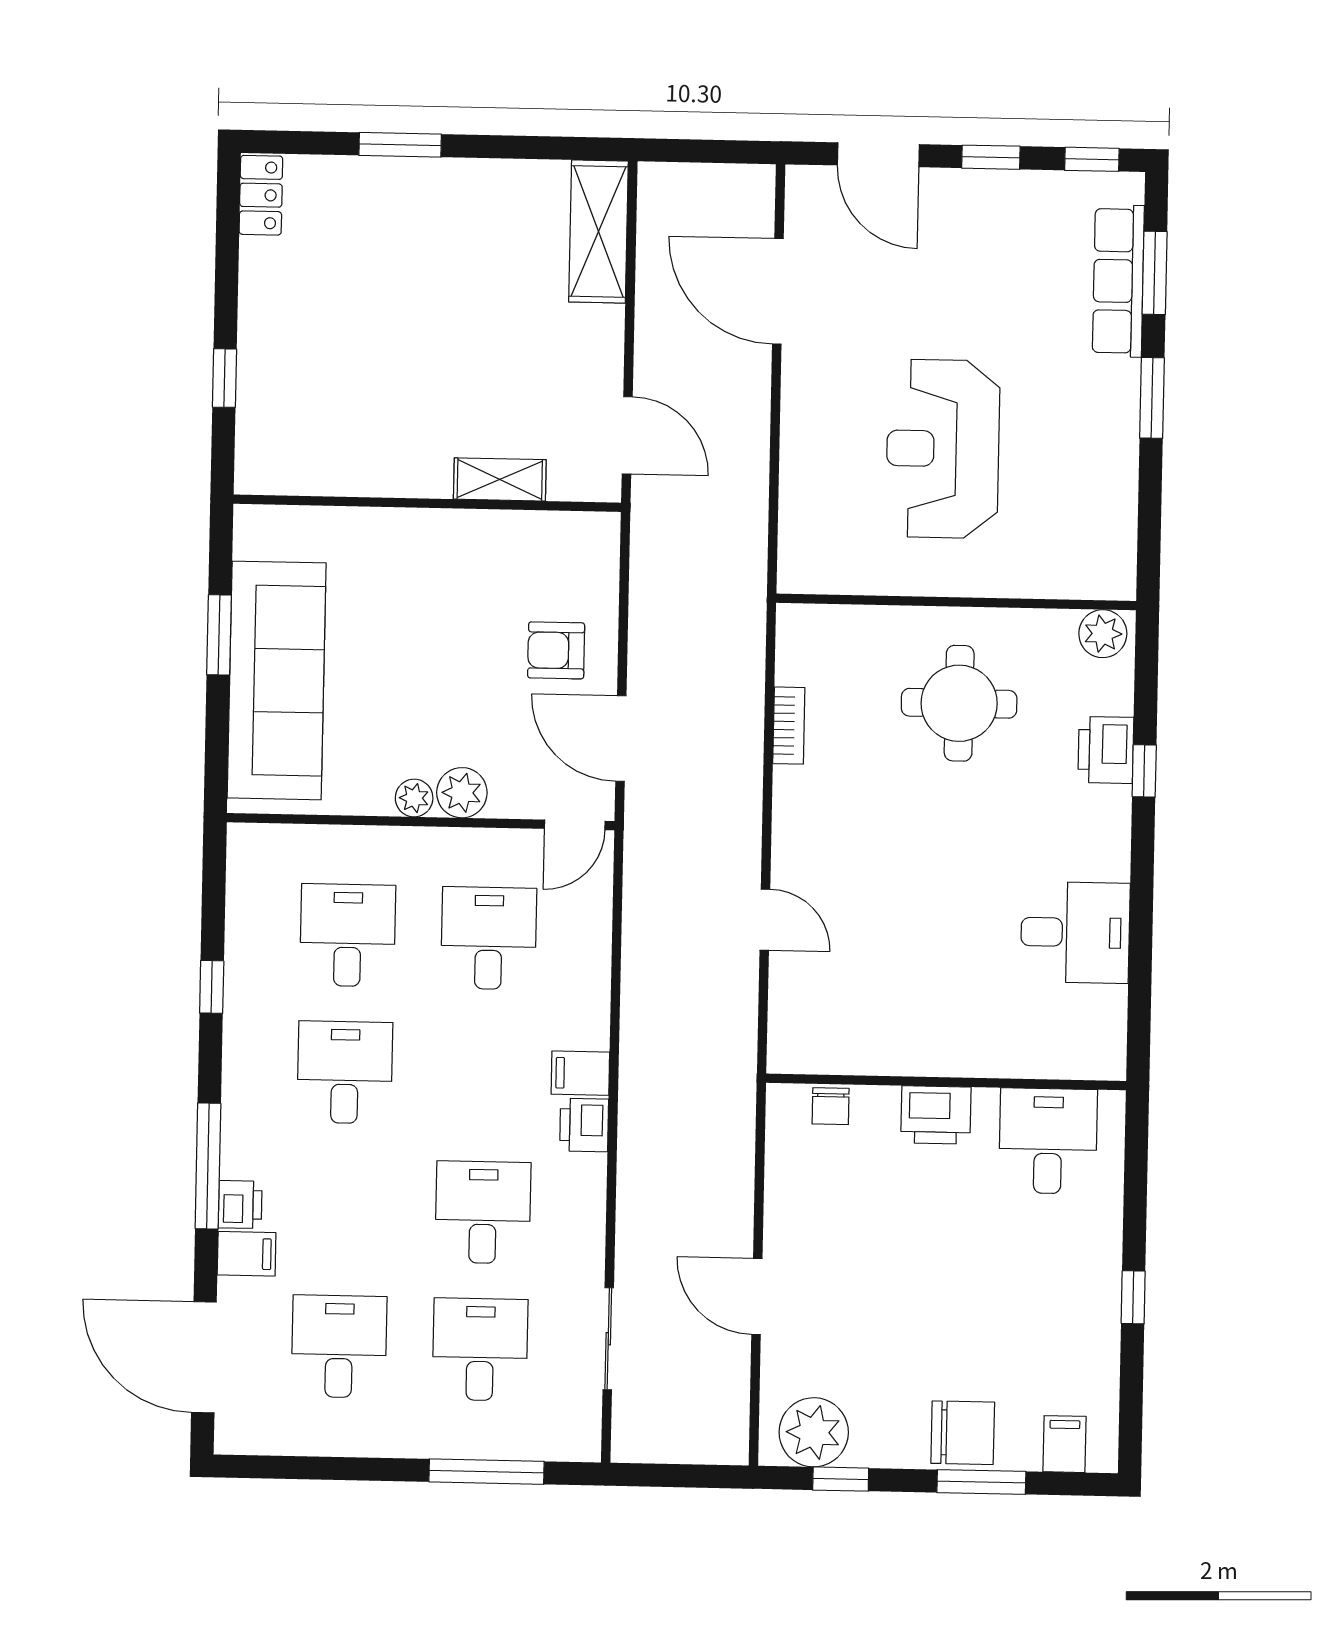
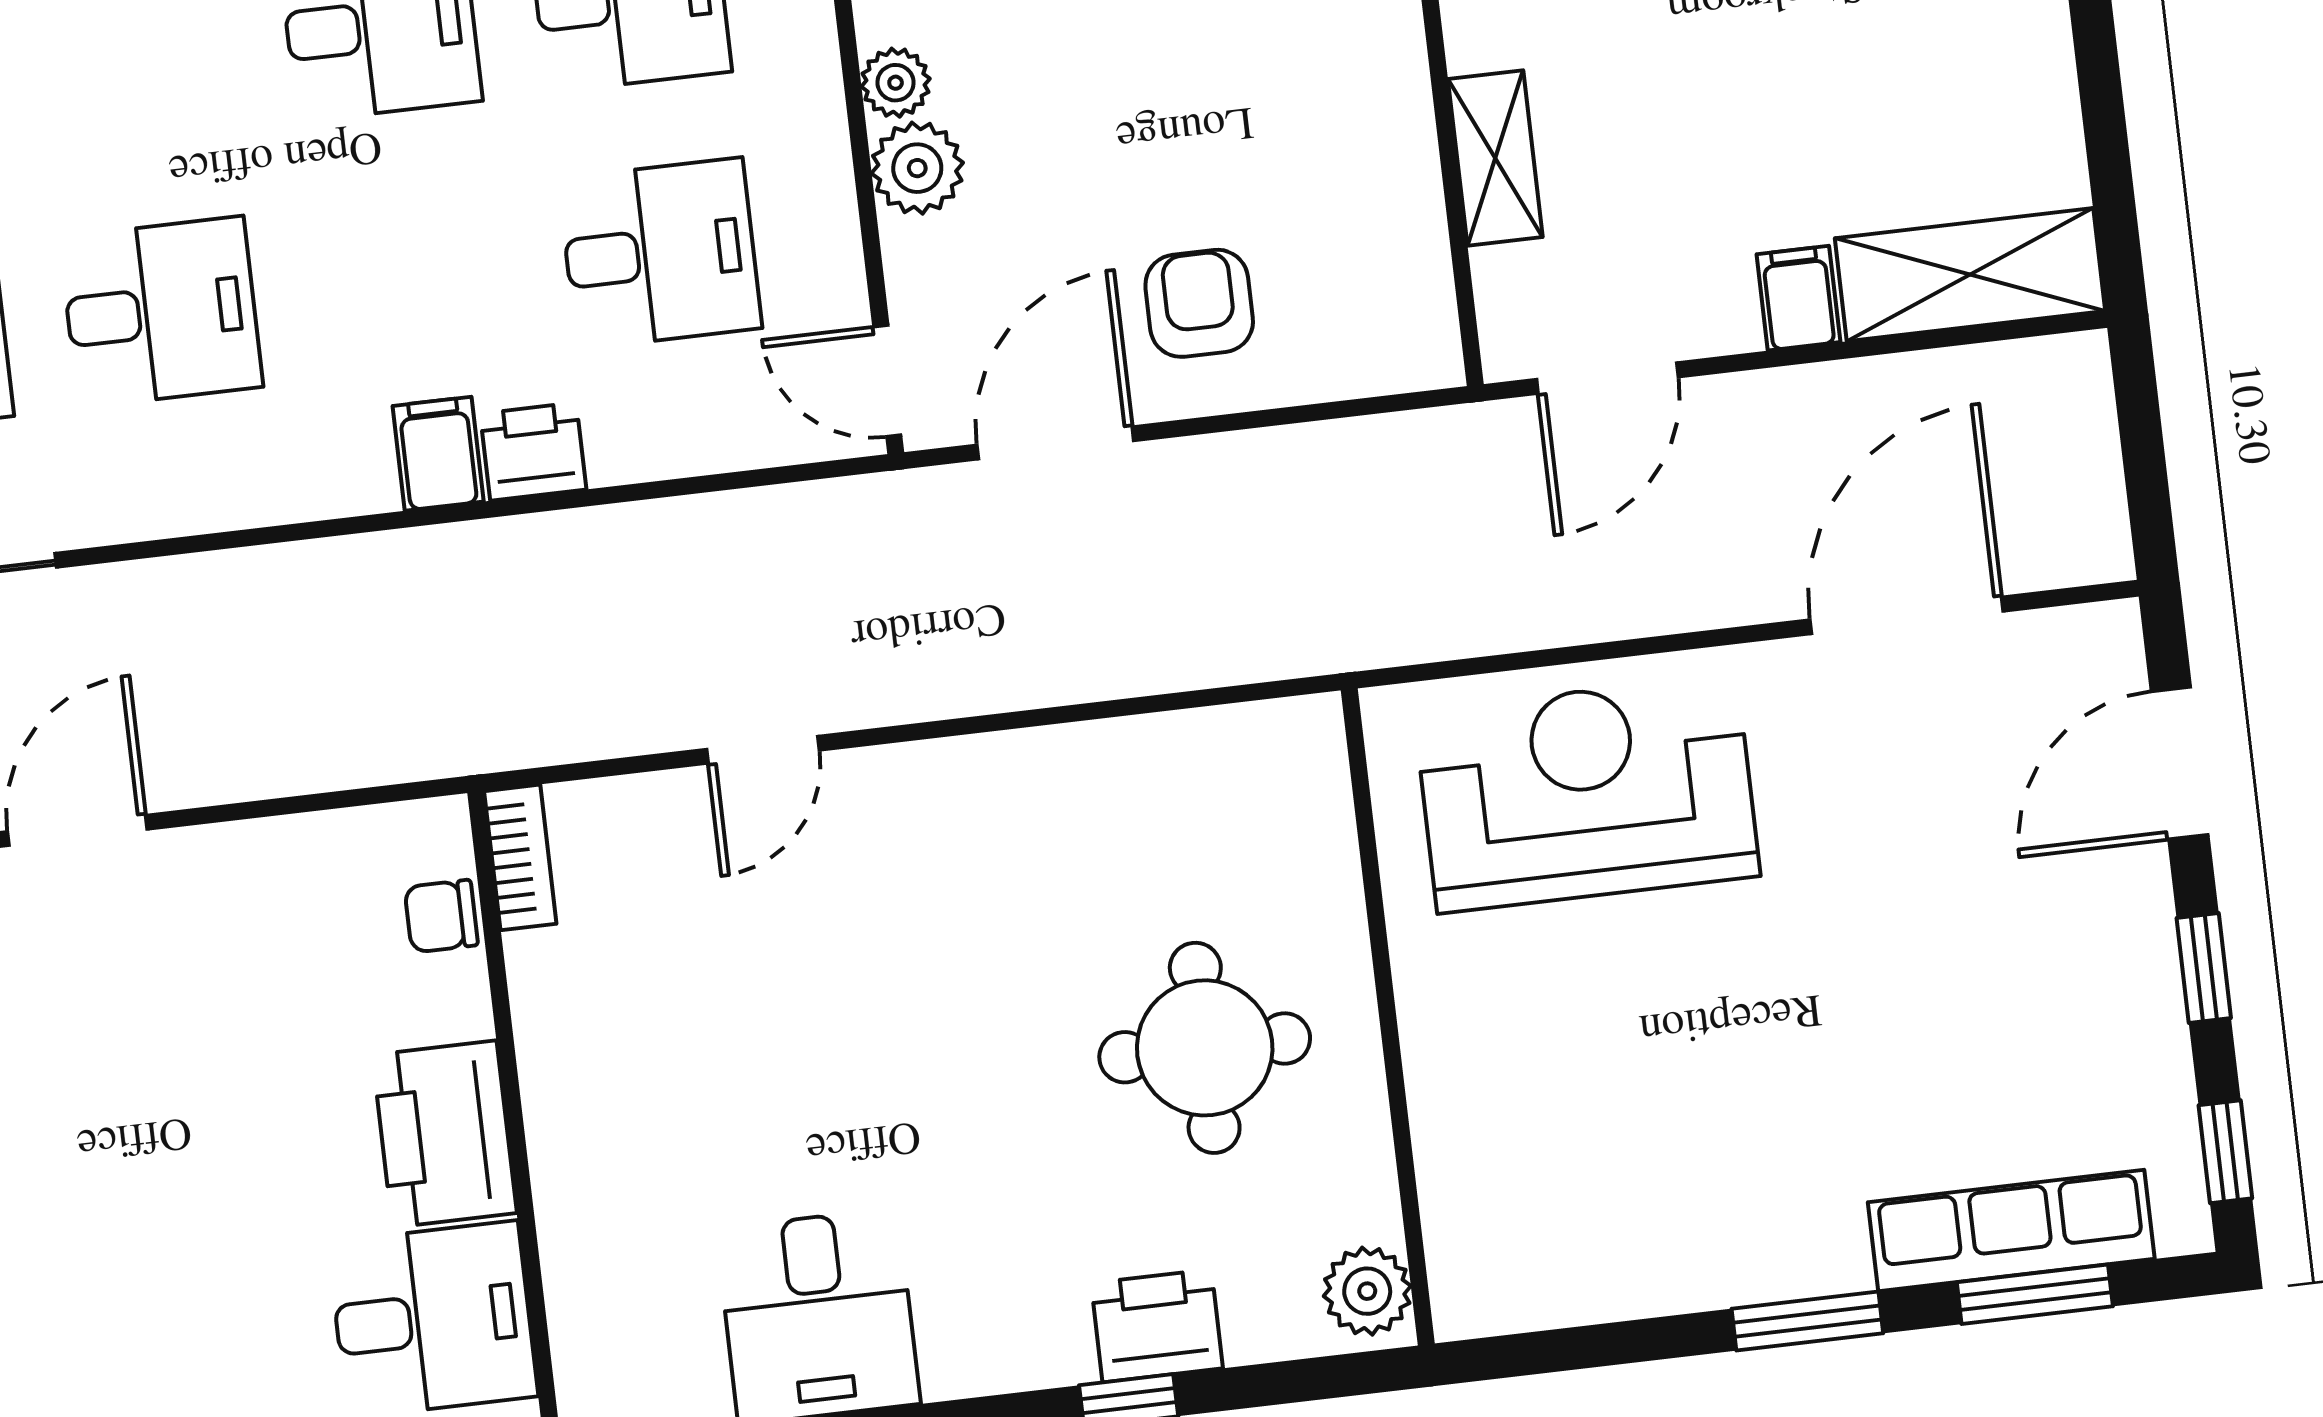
filing cabinet: (598, 326) -> (1798, 298), added
reception desk: (943, 449) -> (1587, 794), moved
bookcase: (789, 726) -> (520, 857), moved, turned -90
printer: (936, 1115) -> (444, 1134), width x1.37, depth x1.19
printer: (584, 1125) -> (533, 452), moved

